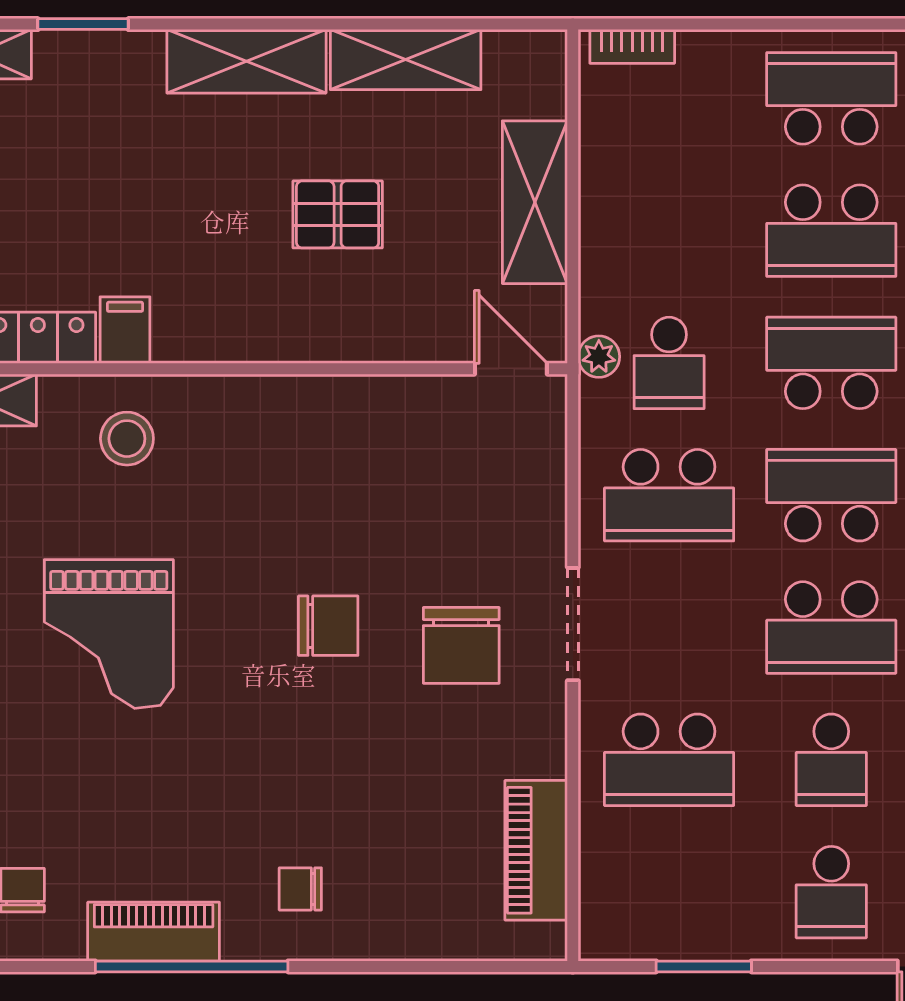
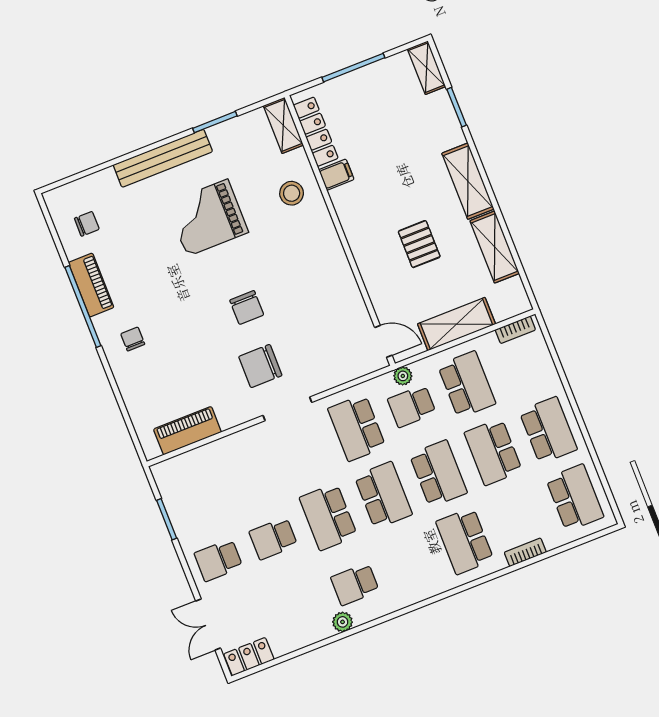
bookcase: (632, 46) -> (515, 330), moved, turned -90
door: (511, 369) -> (383, 341), hinge flipped
school desk: (669, 760) -> (467, 384), moved, turned 180

